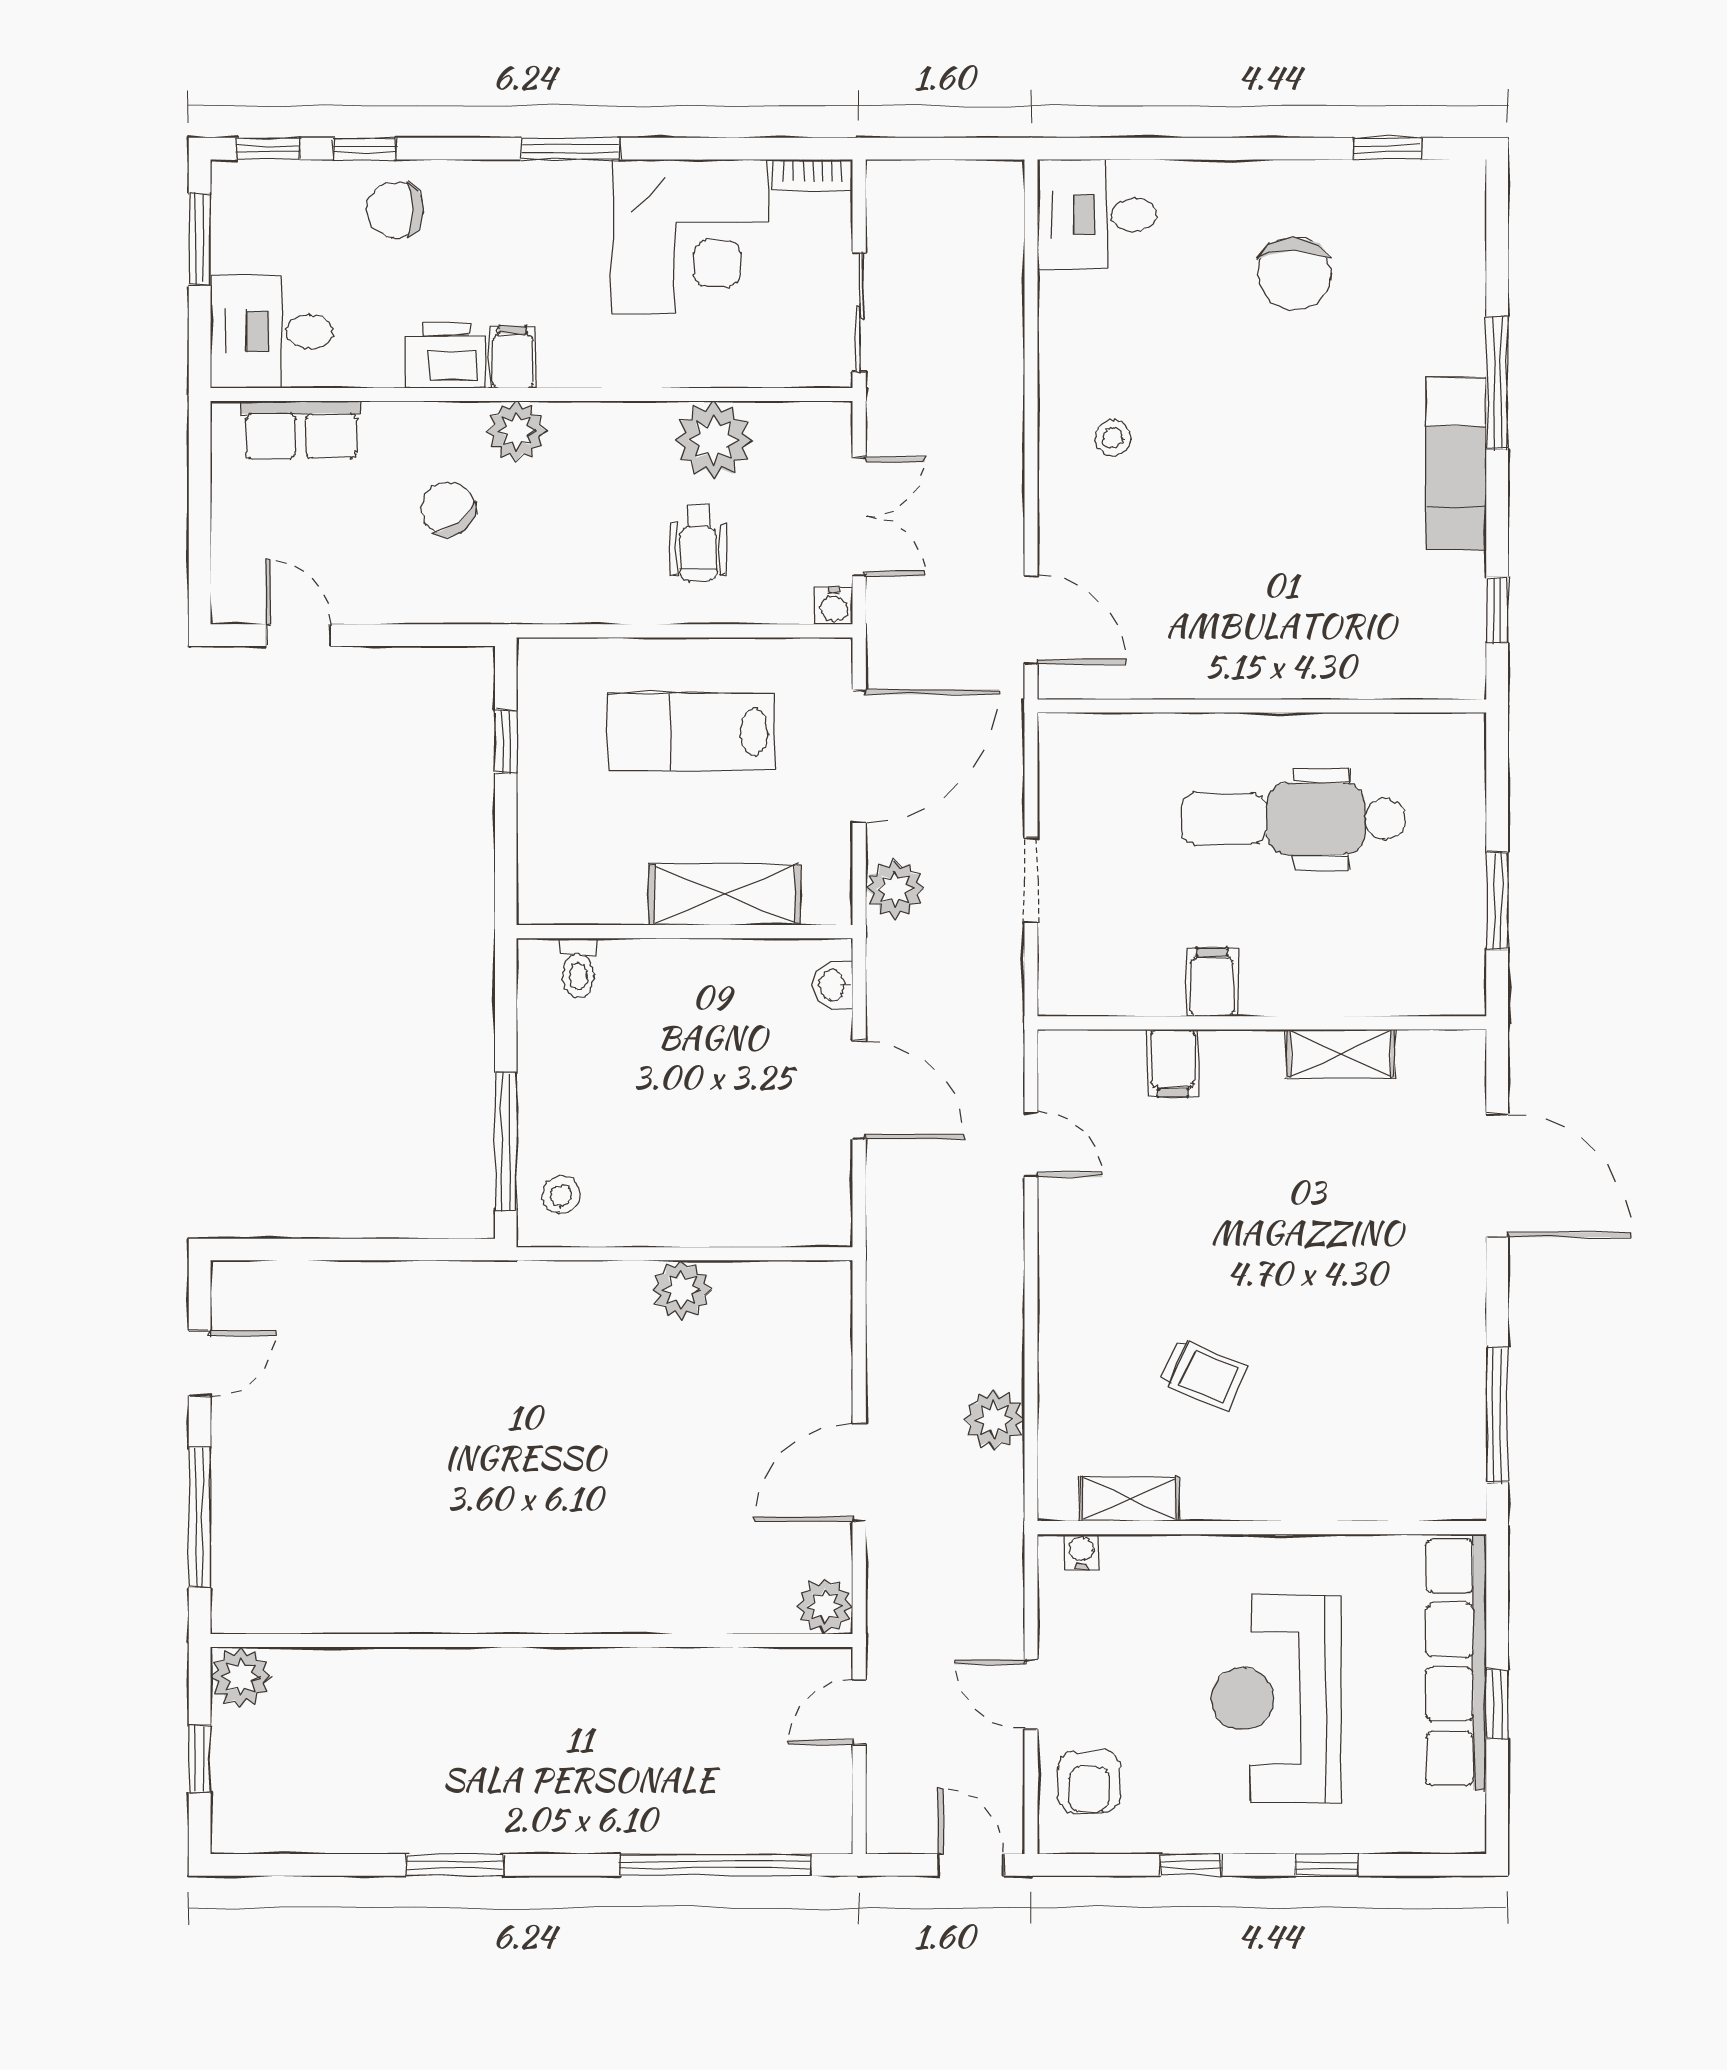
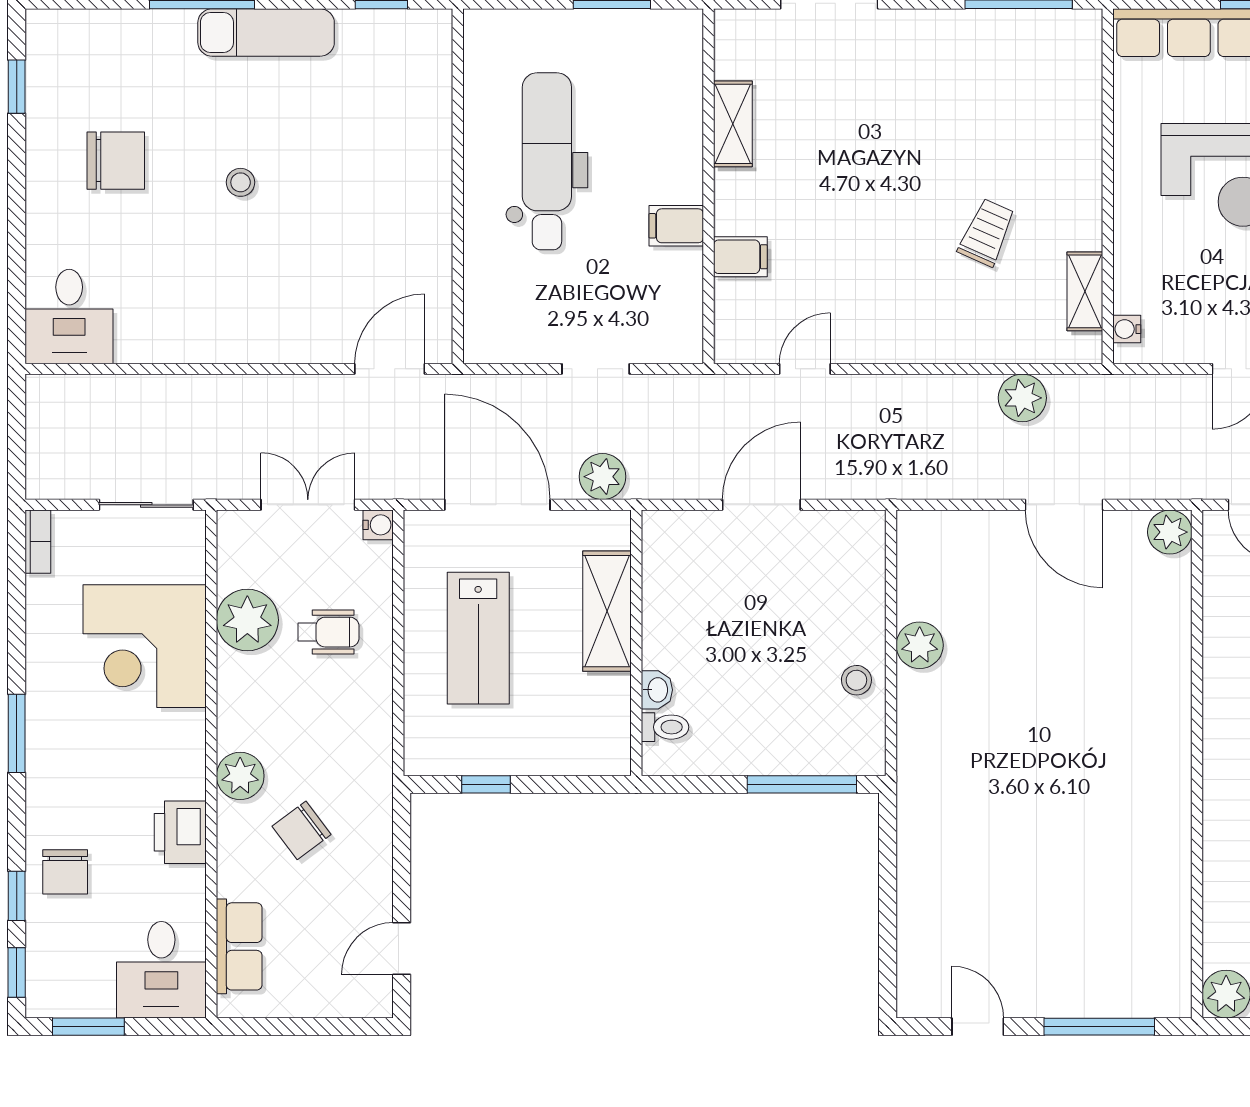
corner desk: (690, 237) -> (145, 646), moved, turned 180
filing cabinet: (513, 357) -> (182, 779), removed
stool: (1113, 438) -> (241, 182), moved
dental chair: (1293, 819) -> (547, 161), turned 180
washbasin: (833, 985) -> (657, 690), moved, turned -90
stool: (561, 1195) -> (856, 680), moved

